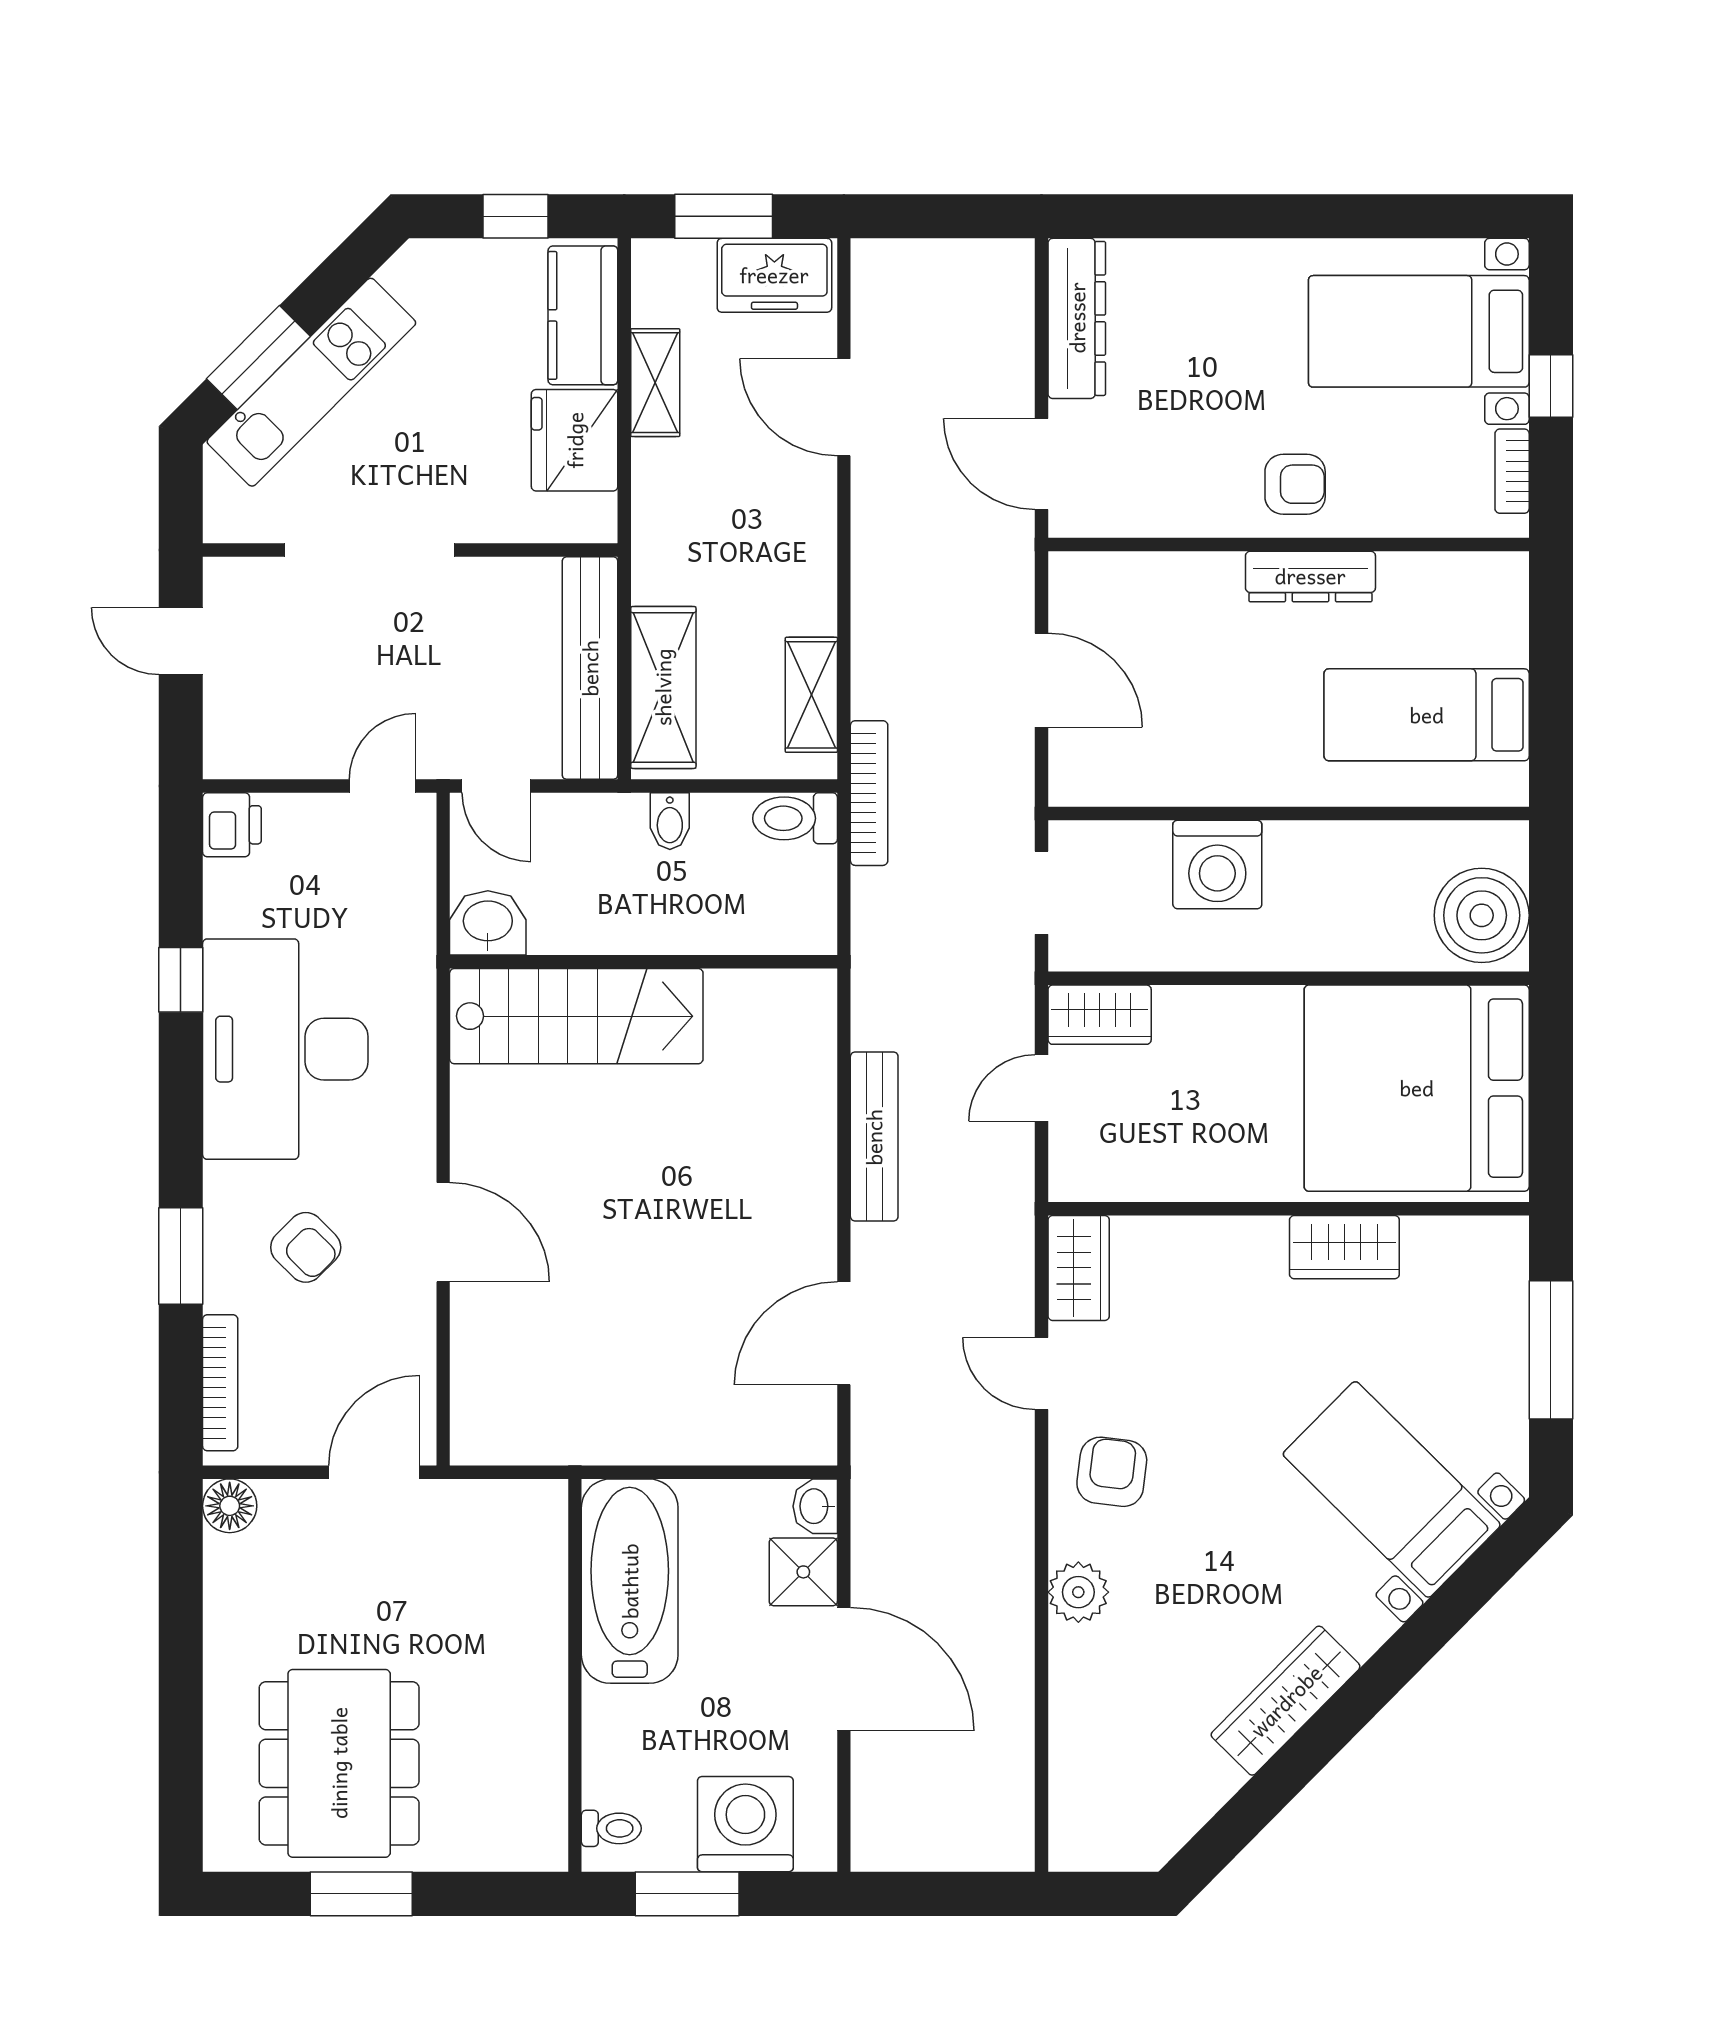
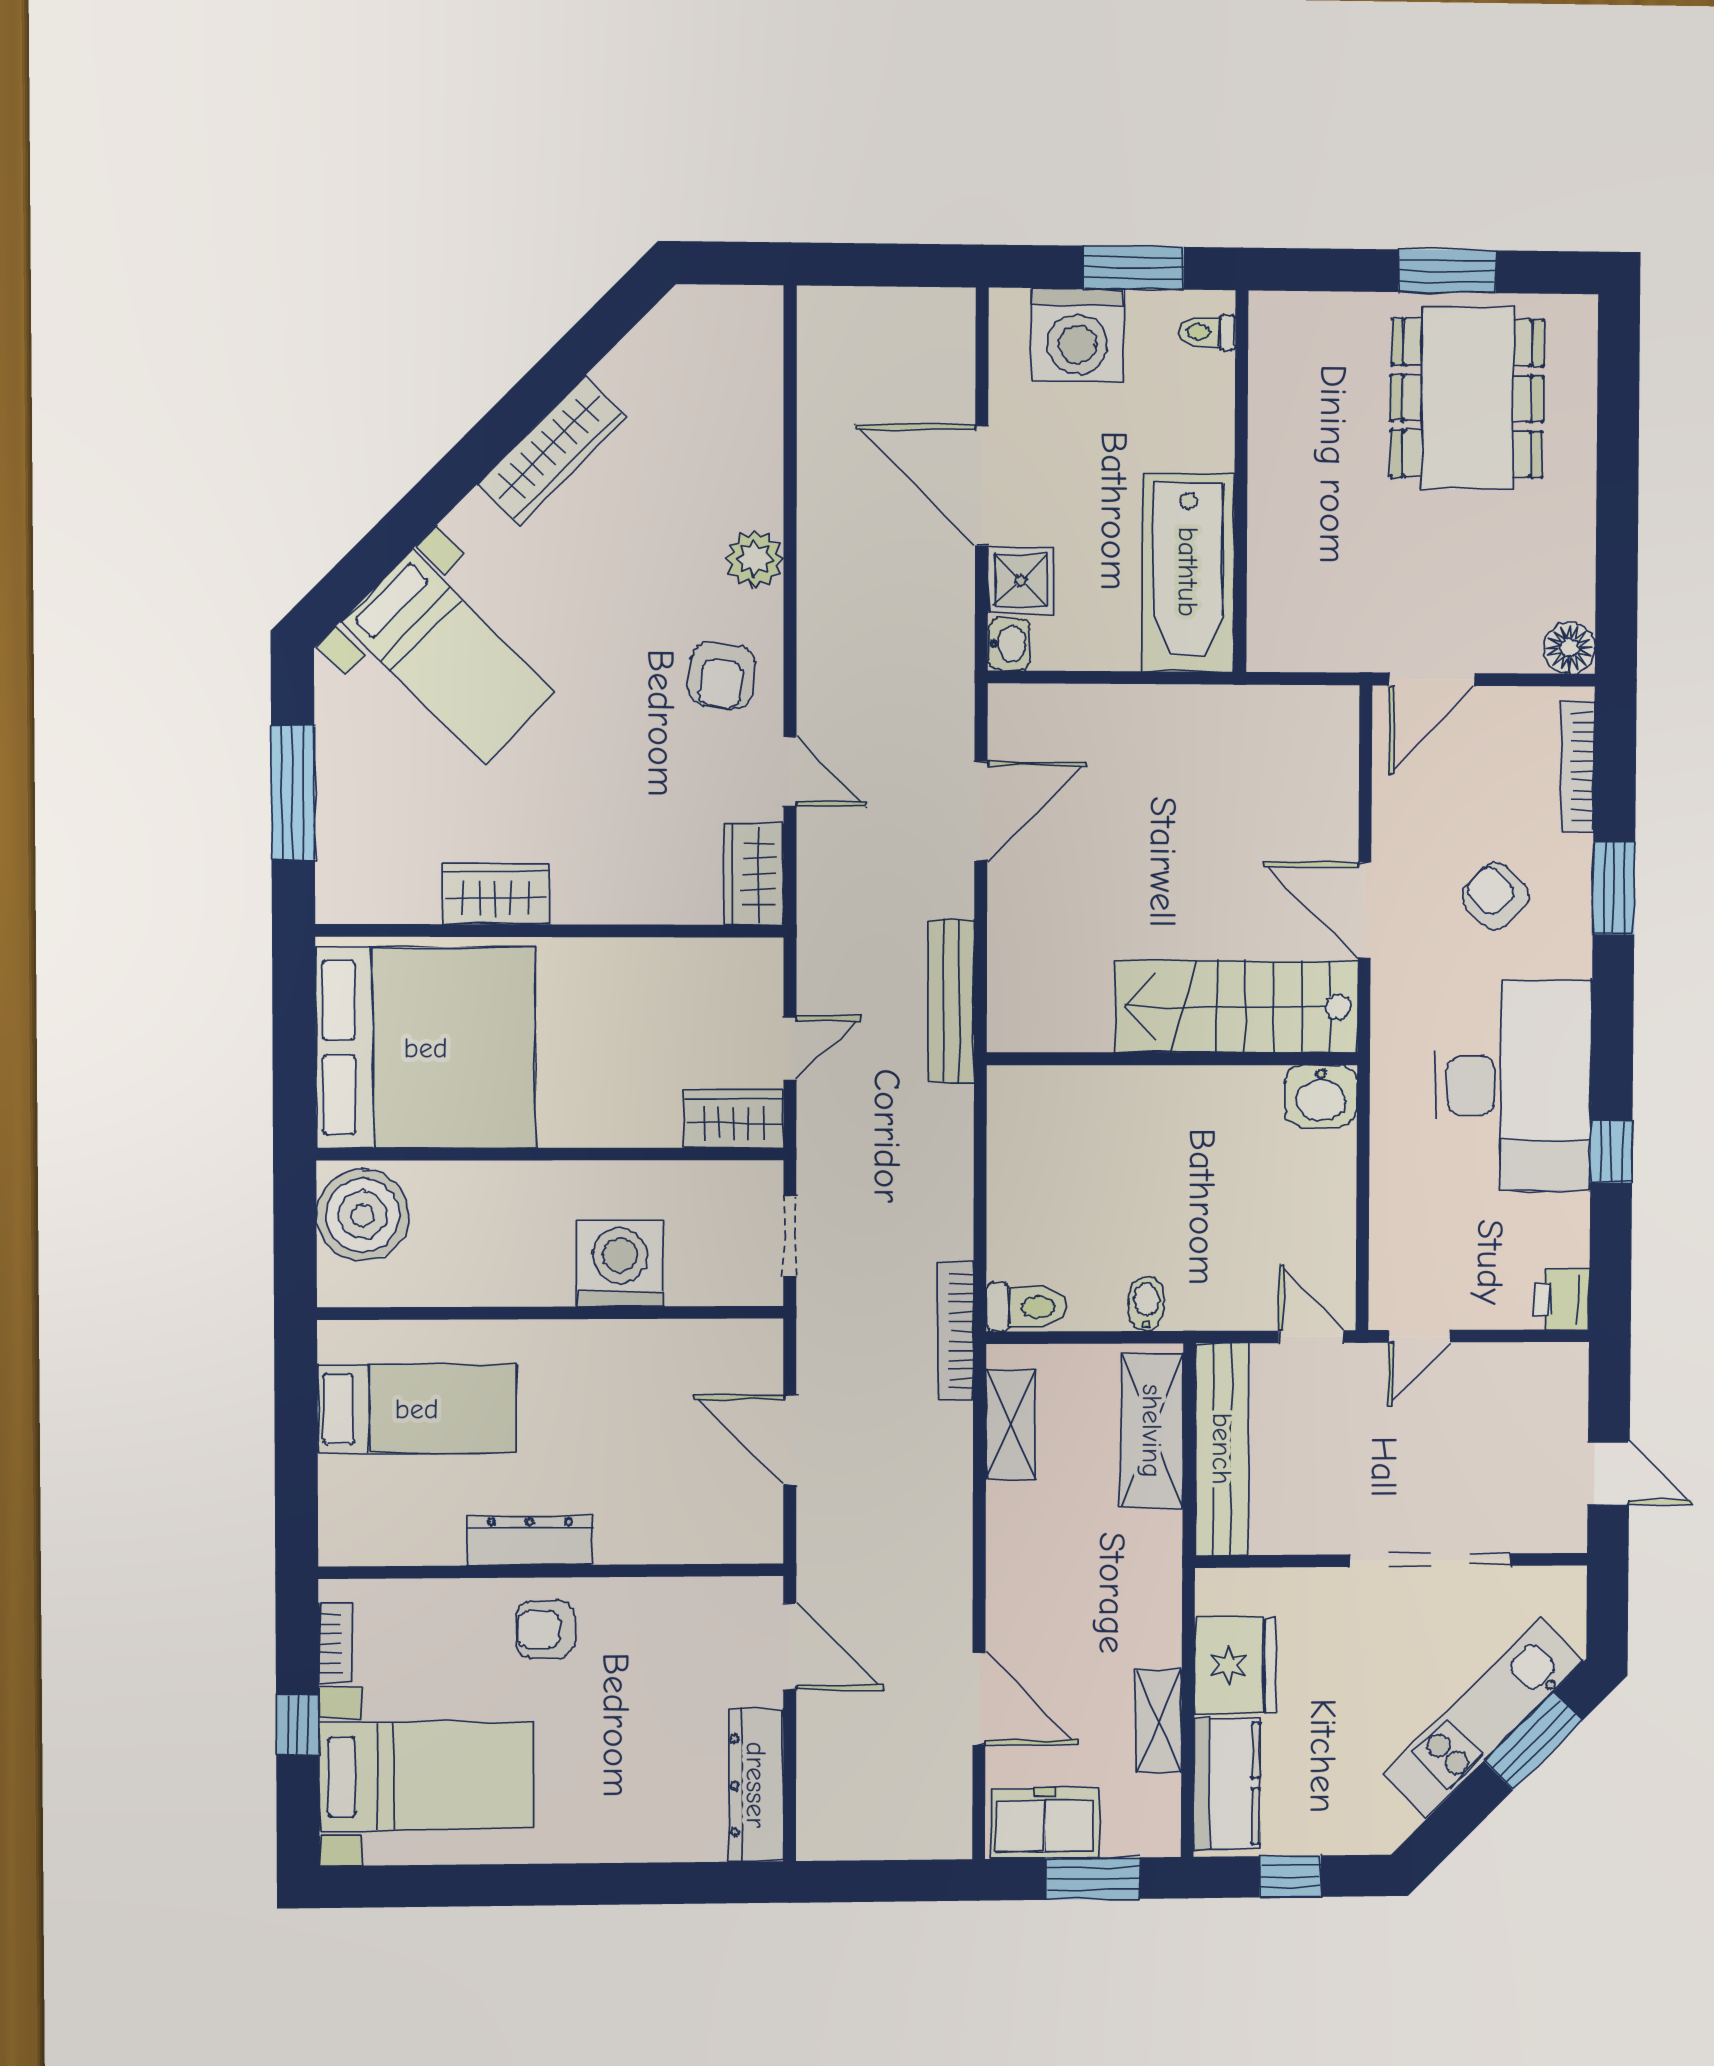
washbasin: (488, 923) -> (1321, 1096), moved
wall: (644, 962) -> (1172, 1059), moved
stairs: (576, 1016) -> (1237, 1007), moved

